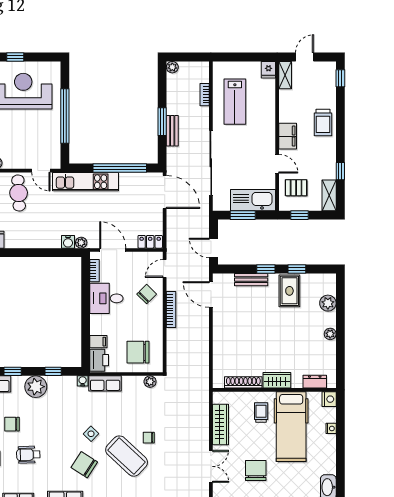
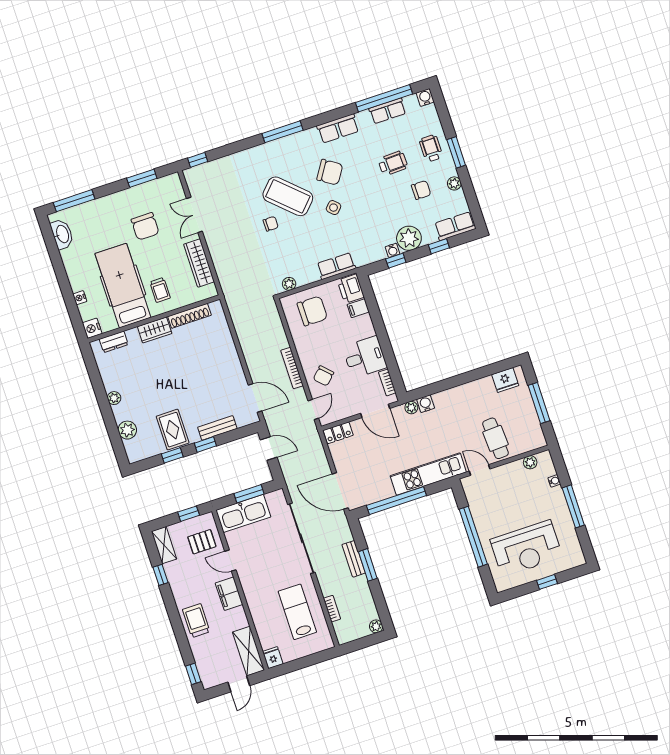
shelving: (285, 75) -> (248, 651), width x1.50, depth x1.33
water cooler: (83, 381) -> (393, 250), moved

